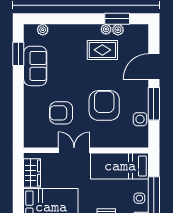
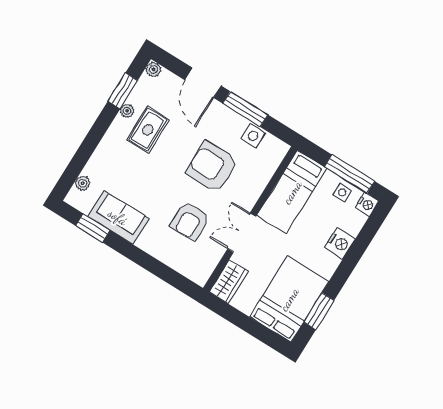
plant: (118, 30) -> (153, 69), moved
wardrobe: (32, 173) -> (229, 281), moved, turned 90

